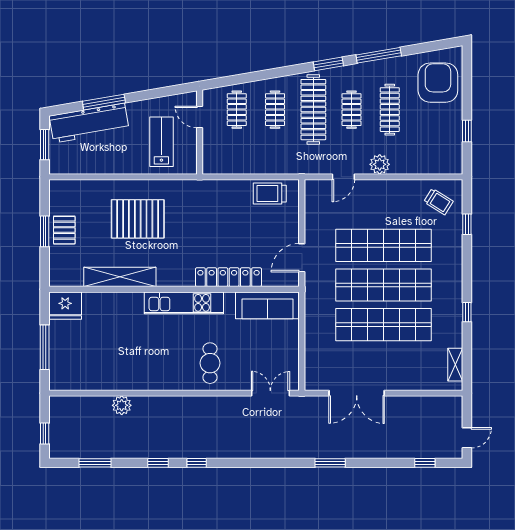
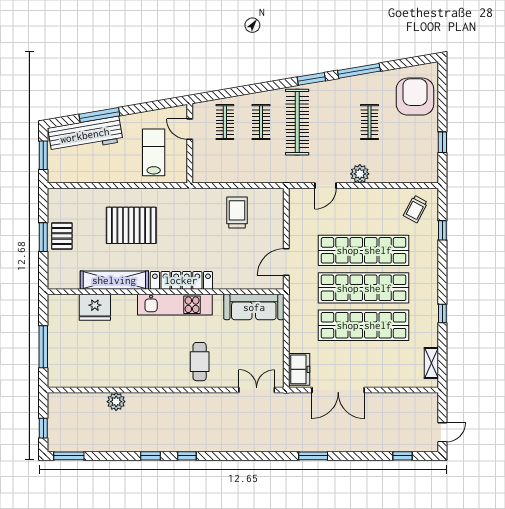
clothes rail: (352, 110) -> (333, 122), removed
clothes rail: (390, 110) -> (369, 122), width x0.73
trolley: (270, 194) -> (237, 213), moved, turned 90
trolley: (439, 202) -> (415, 209), turned 86
locker: (228, 277) -> (181, 280), moved
fridge: (65, 306) -> (95, 307), moved
freezer: (315, 371) -> (299, 369), added
window: (95, 463) -> (69, 456), moved

